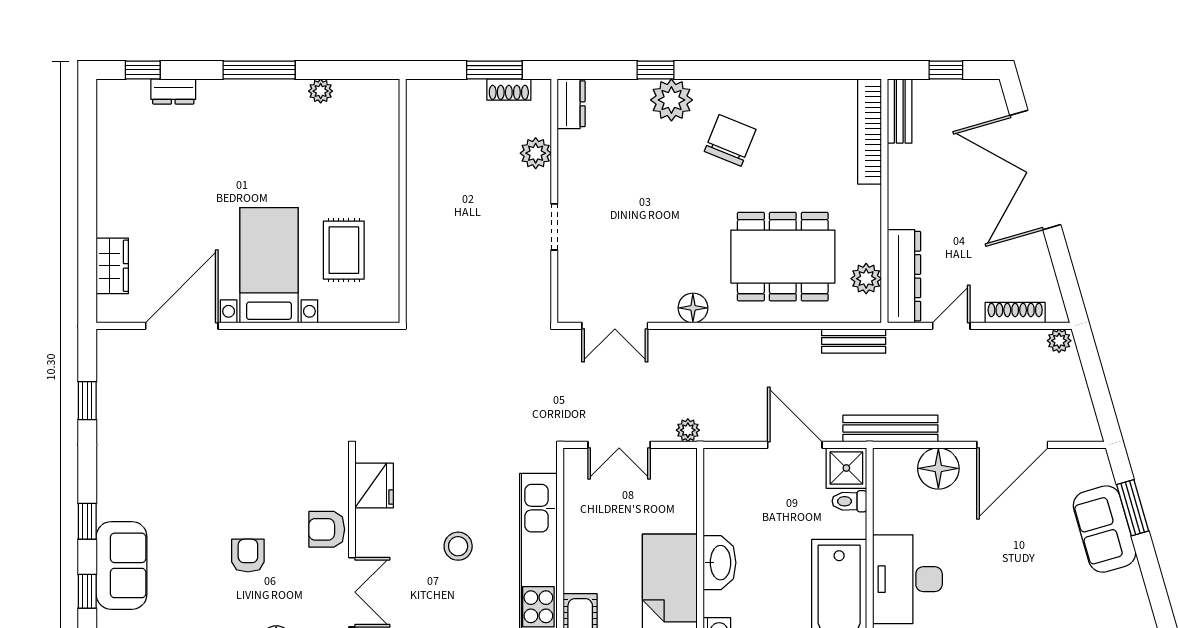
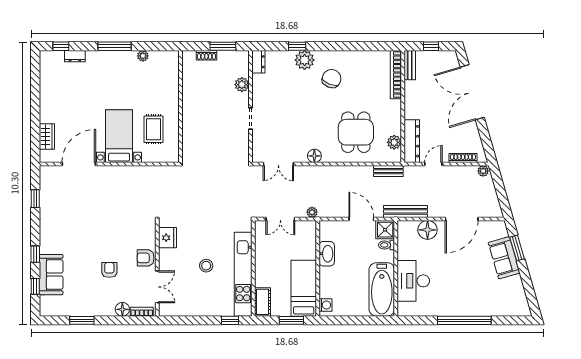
shoe rack: (509, 90) -> (206, 55), moved
dining table: (783, 257) -> (356, 132), width x0.73
washbasin: (719, 563) -> (327, 254), moved

